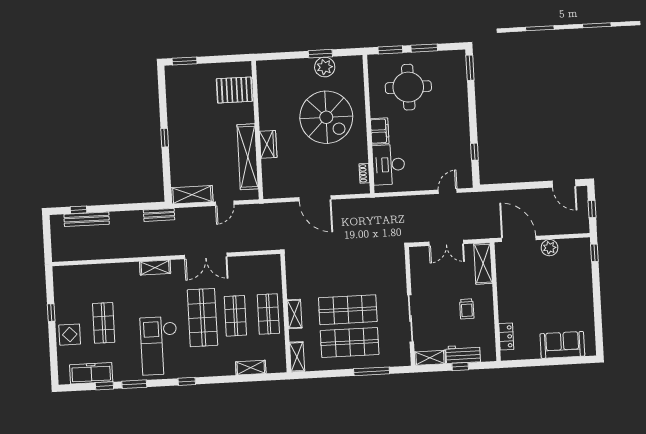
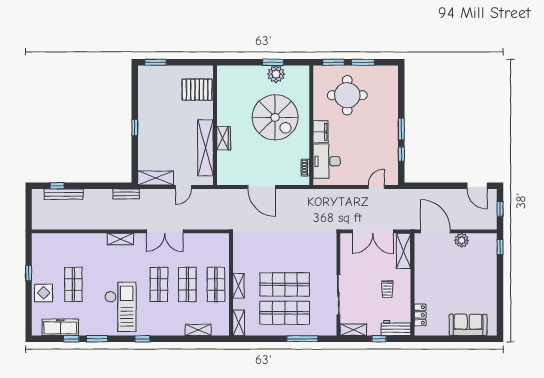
window: (470, 68) -> (401, 129), moved
double door: (446, 243) -> (373, 231), width x1.37
shop shelf: (202, 318) -> (159, 284), width x0.70, depth x0.74
checkout: (159, 346) -> (120, 307), turned 180
workbench: (463, 354) -> (396, 328), moved

